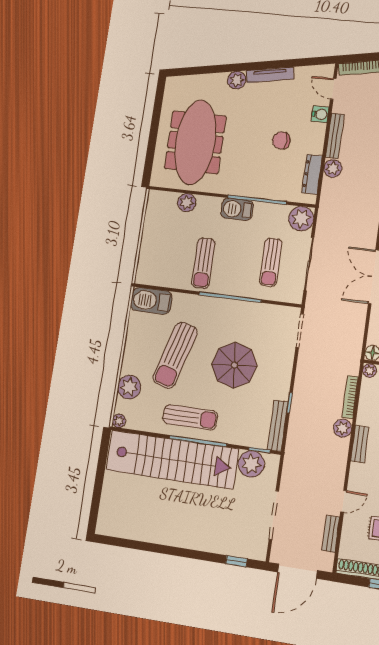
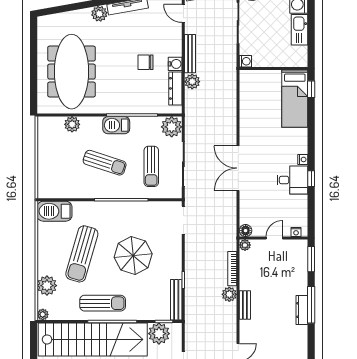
water cooler: (320, 114) -> (175, 64), moved
sun lounger: (203, 263) -> (105, 163), moved, turned -72

